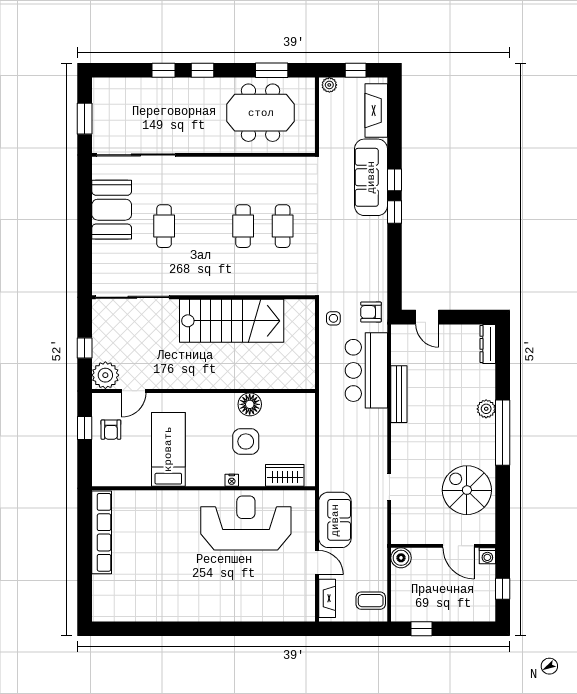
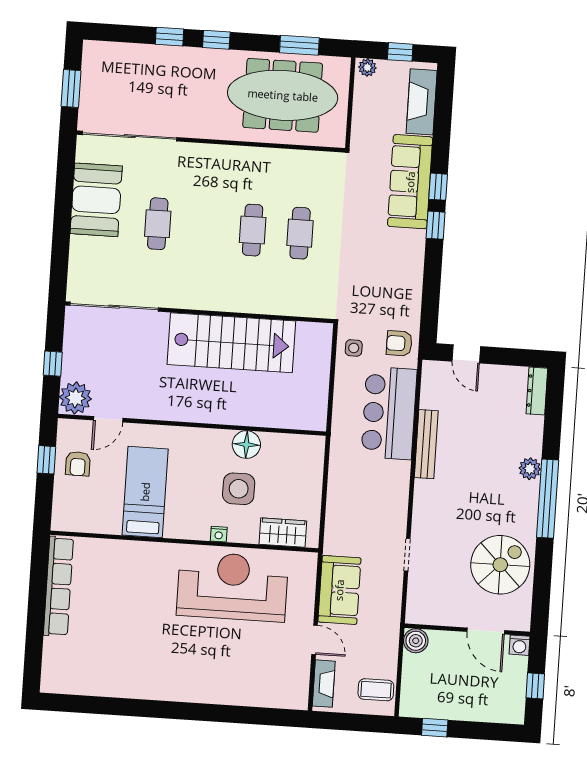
meeting table: (261, 113) -> (283, 95), width x1.36
spiral stairs: (467, 490) -> (500, 565), turned 90

